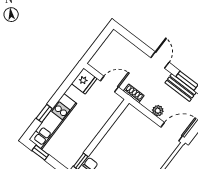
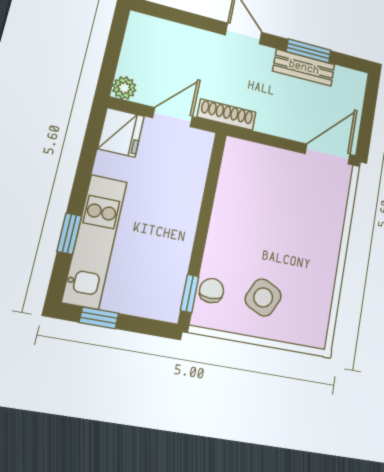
shoe rack: (134, 93) -> (227, 115), width x1.43
plant: (158, 111) -> (124, 88), moved

